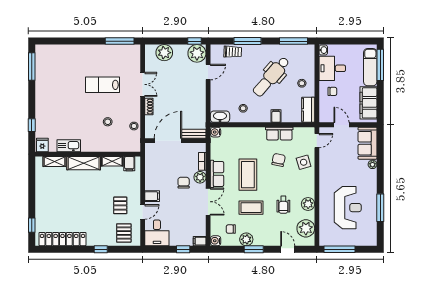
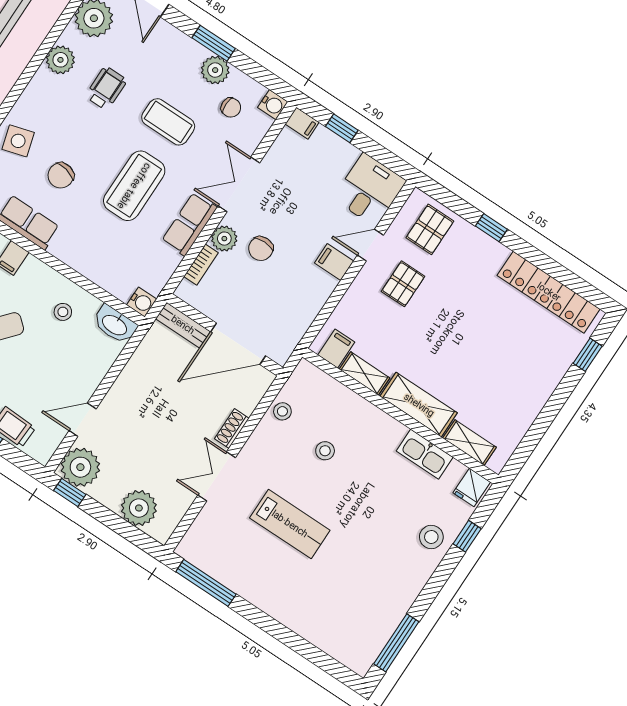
stool: (45, 116) -> (431, 537), added

